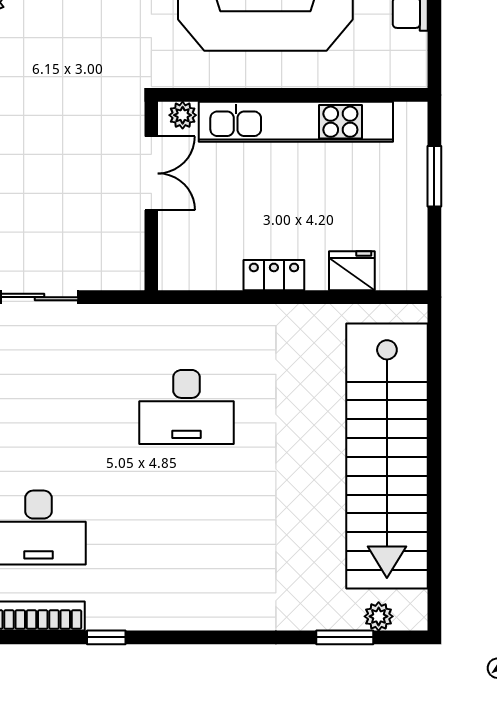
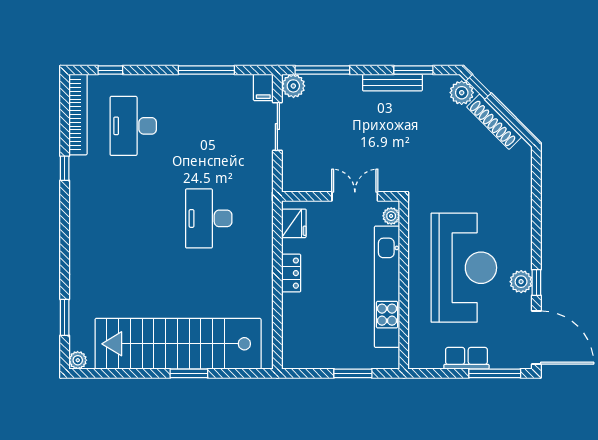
double door: (151, 173) -> (355, 196), swing flipped
fridge: (352, 271) -> (294, 223), moved
window: (434, 439) -> (189, 373), added
plant: (379, 616) -> (78, 360), moved

